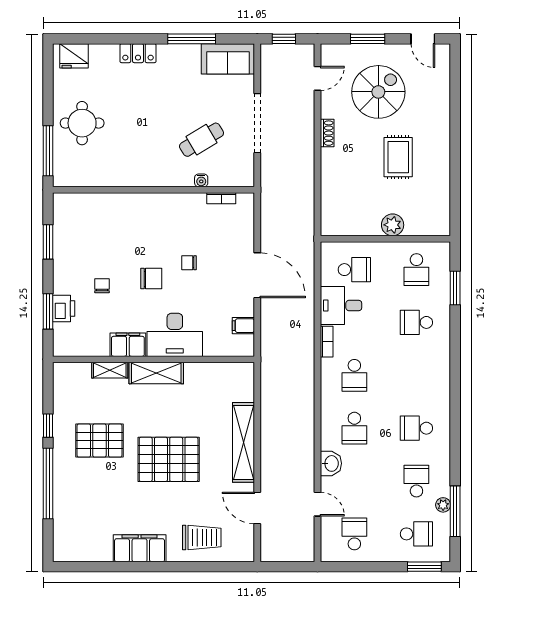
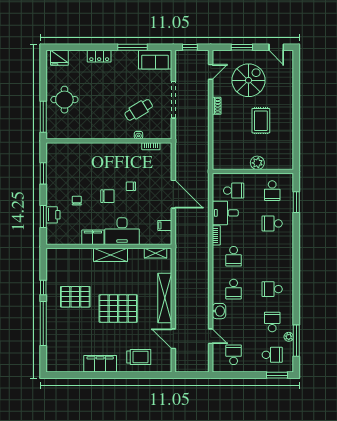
shelving: (110, 370) -> (156, 253), moved

